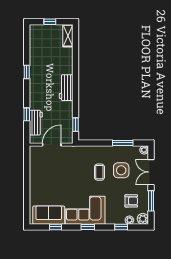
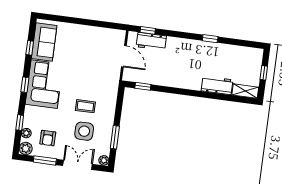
workbench: (66, 88) -> (217, 85), moved
window: (27, 114) -> (148, 30), moved

